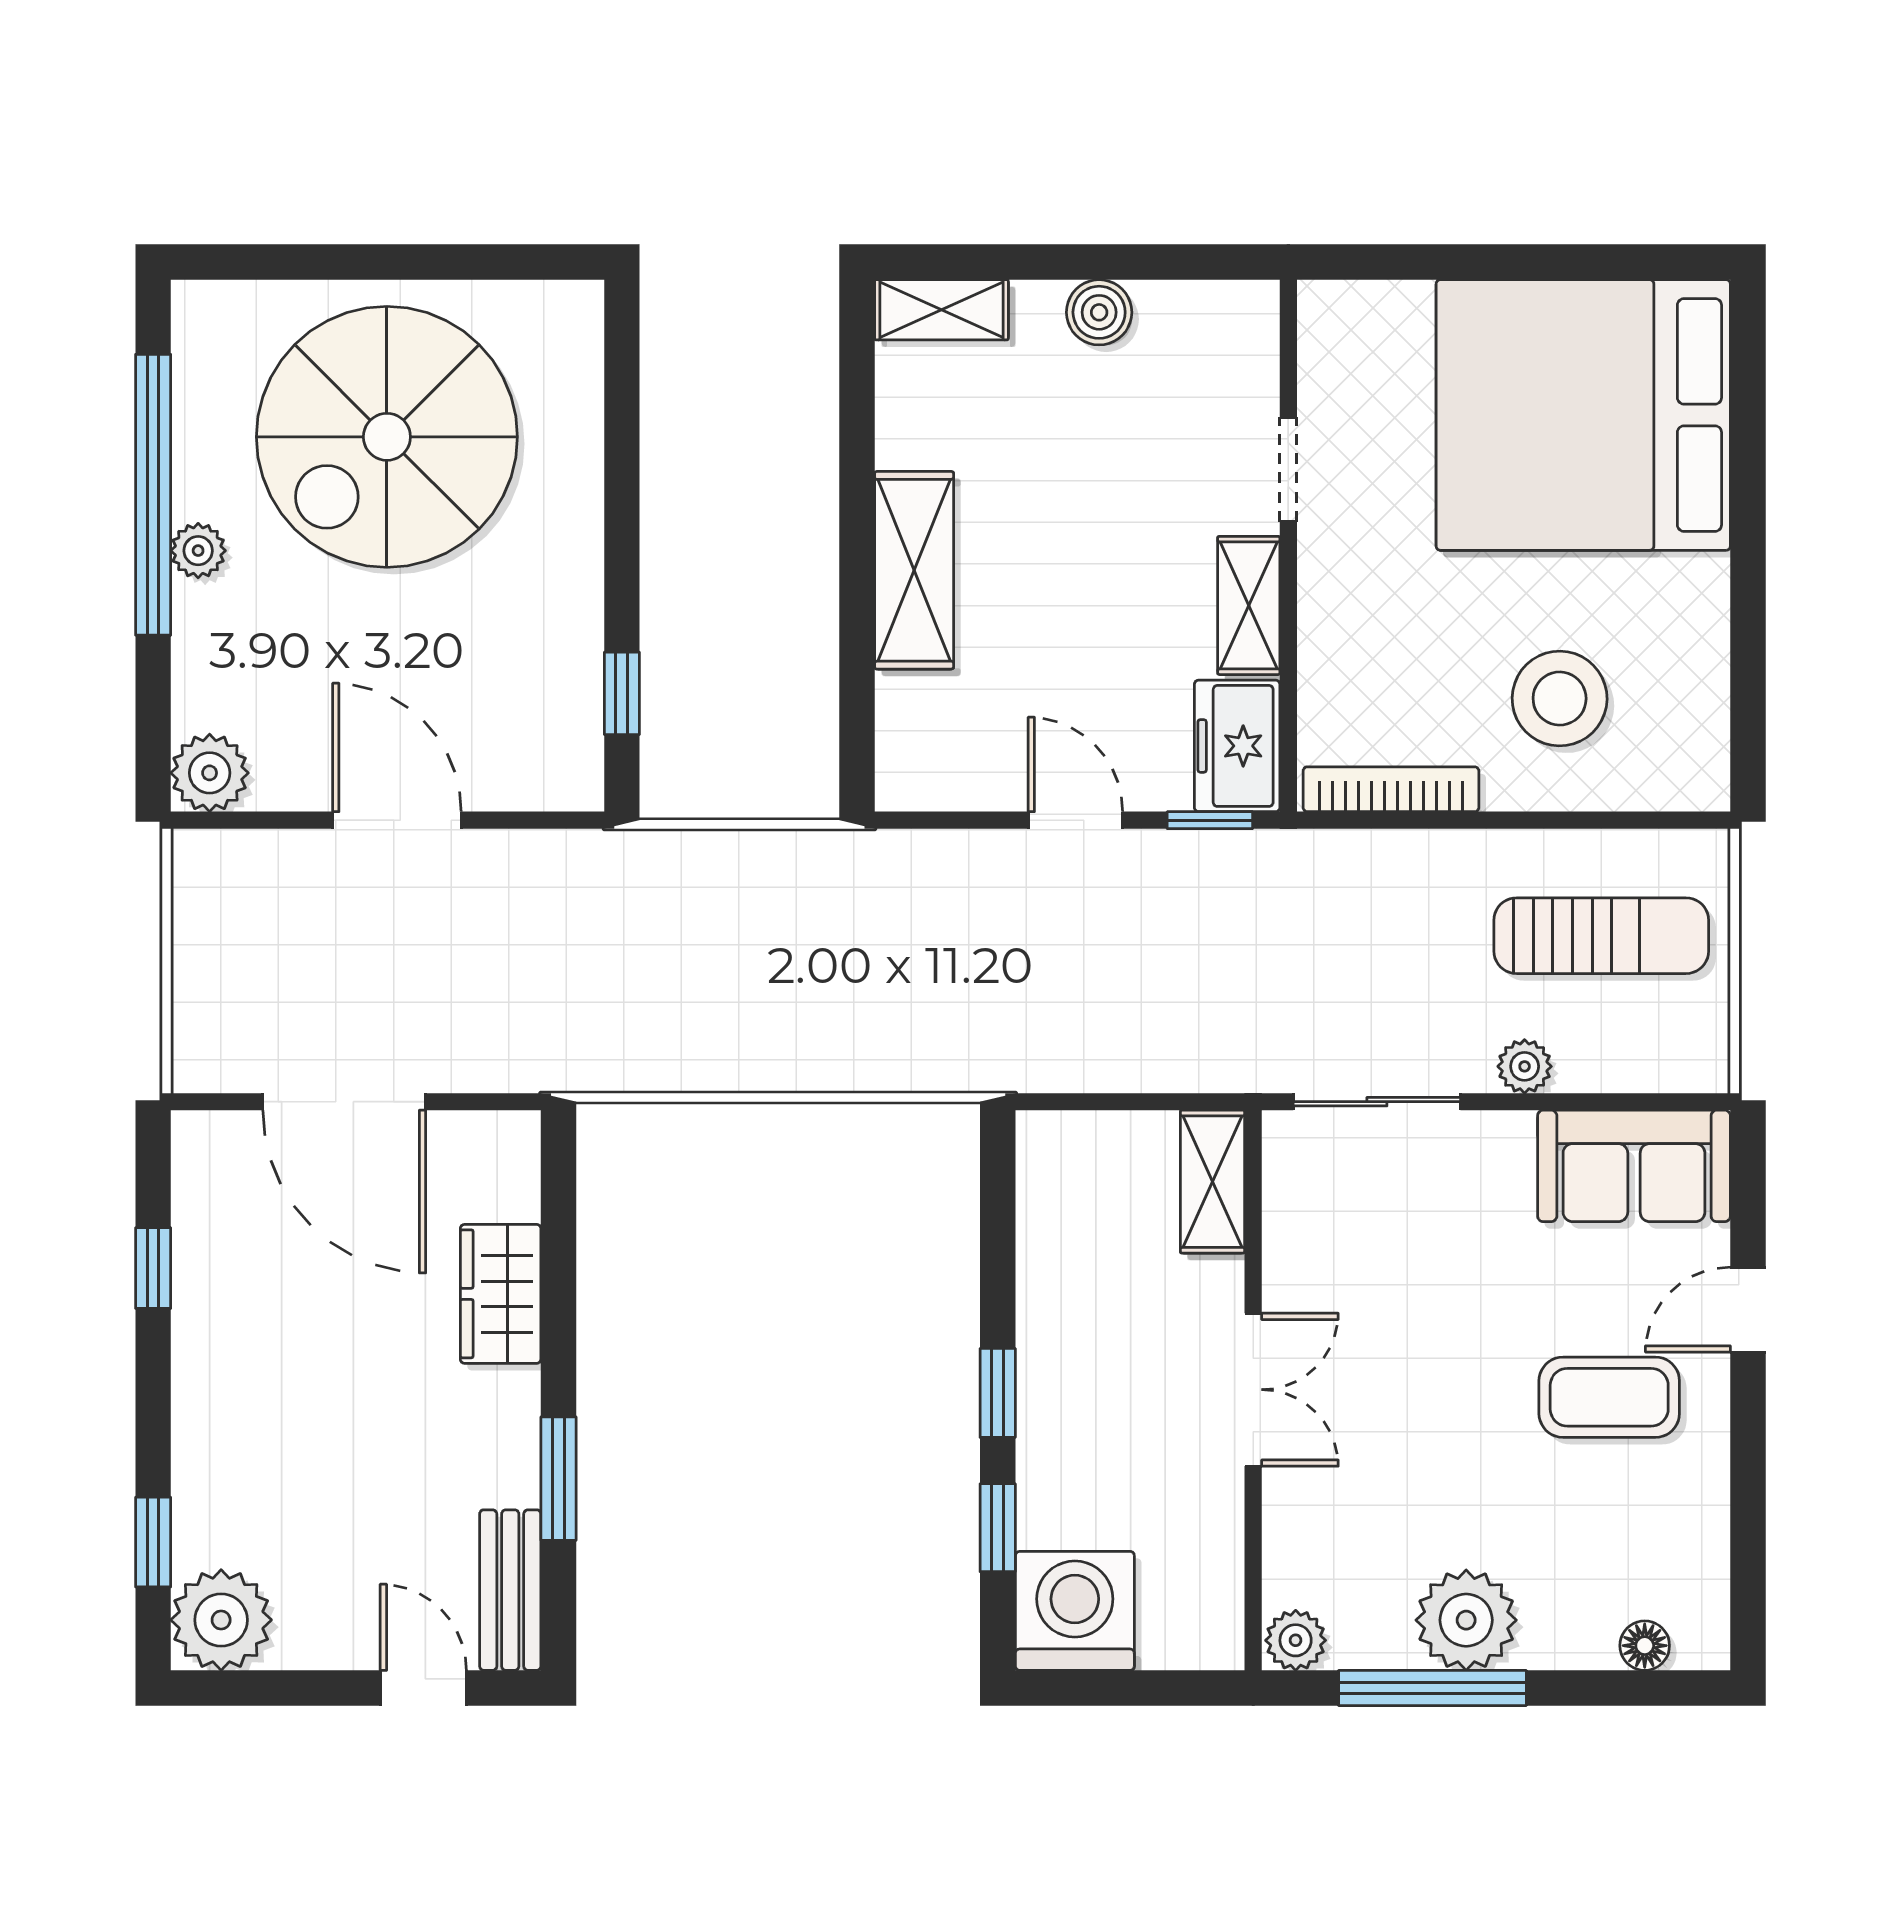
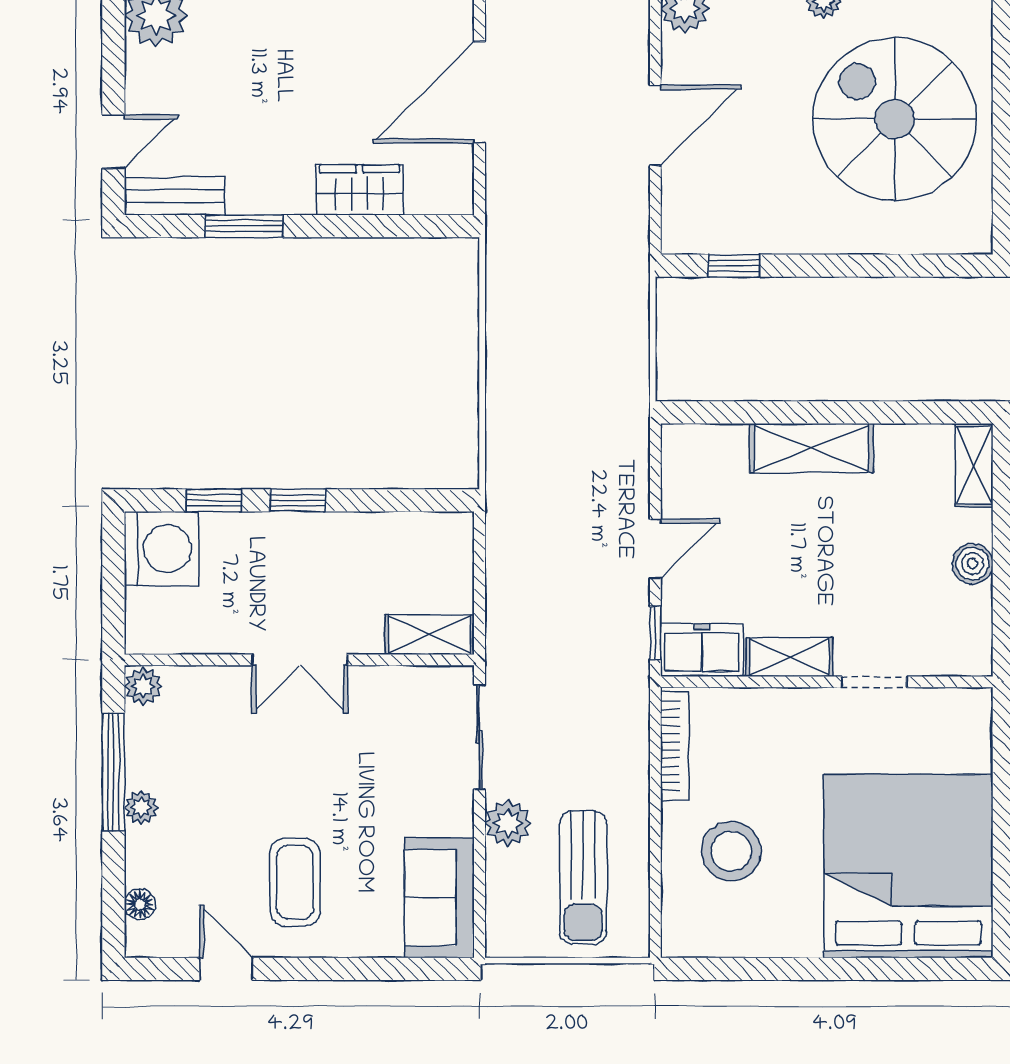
plant: (1525, 1066) -> (508, 823), width x1.38, depth x1.38
door: (1748, 1310) -> (226, 969), moved
plant: (1466, 1620) -> (141, 808), width x0.53, depth x0.53

